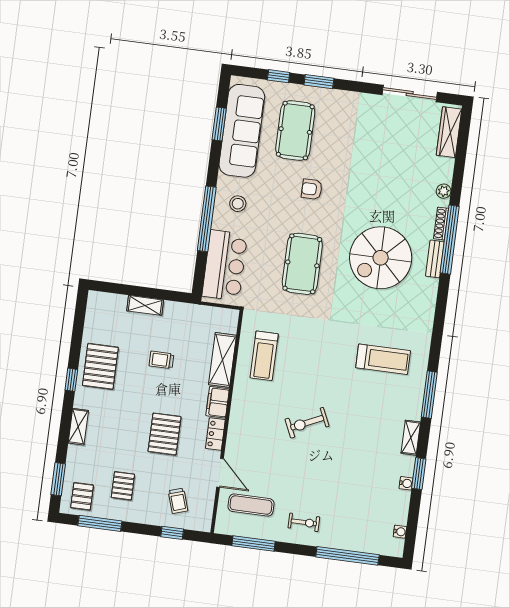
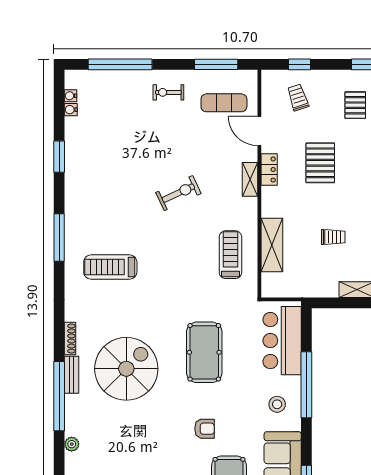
shoe rack: (441, 224) -> (70, 338), moved
filing cabinet: (218, 402) -> (271, 202), removed
shelving: (411, 438) -> (250, 179), moved
water cooler: (406, 483) -> (71, 110), moved

